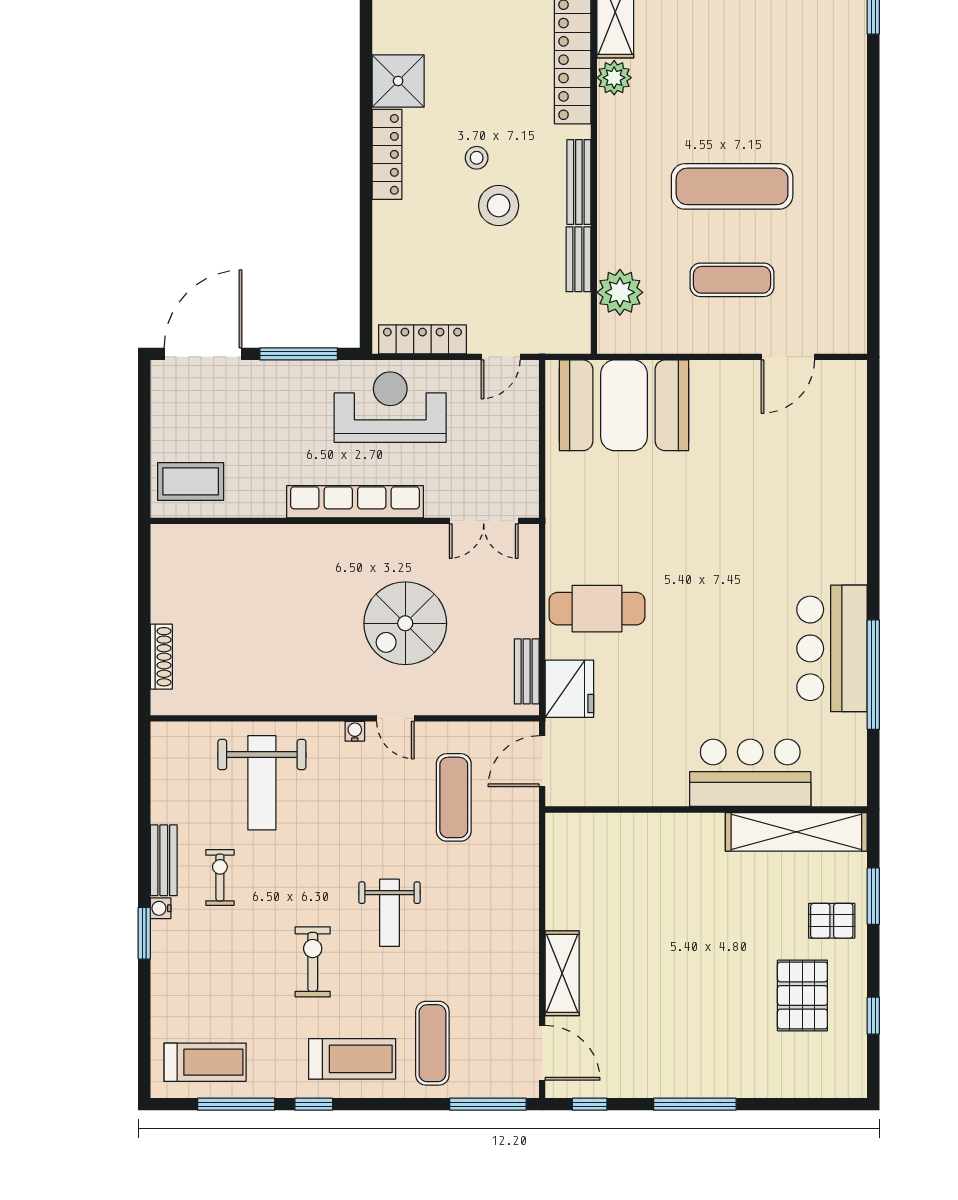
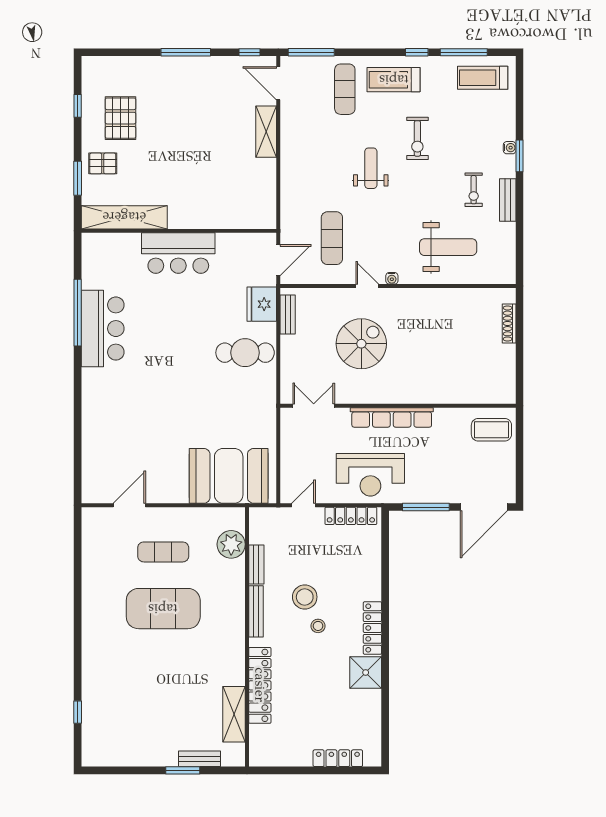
plant: (614, 78) -> (235, 674), removed
exercise mat: (732, 186) -> (163, 609), width x1.47
bar counter: (750, 773) -> (178, 253), moved
weight bench: (262, 783) -> (448, 247), turned 90
water cooler: (161, 908) -> (510, 148), moved

